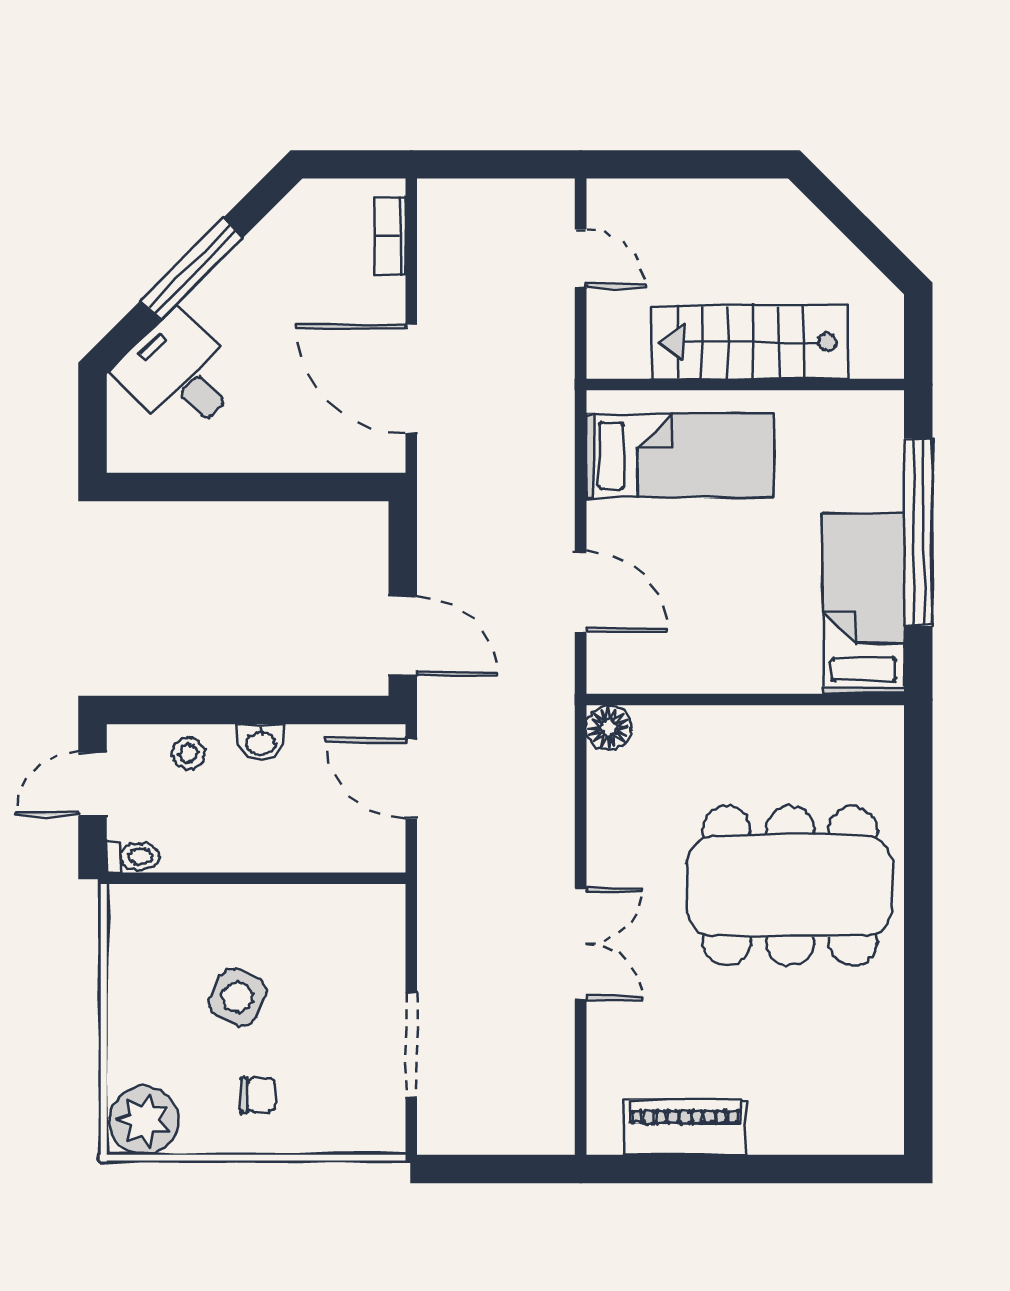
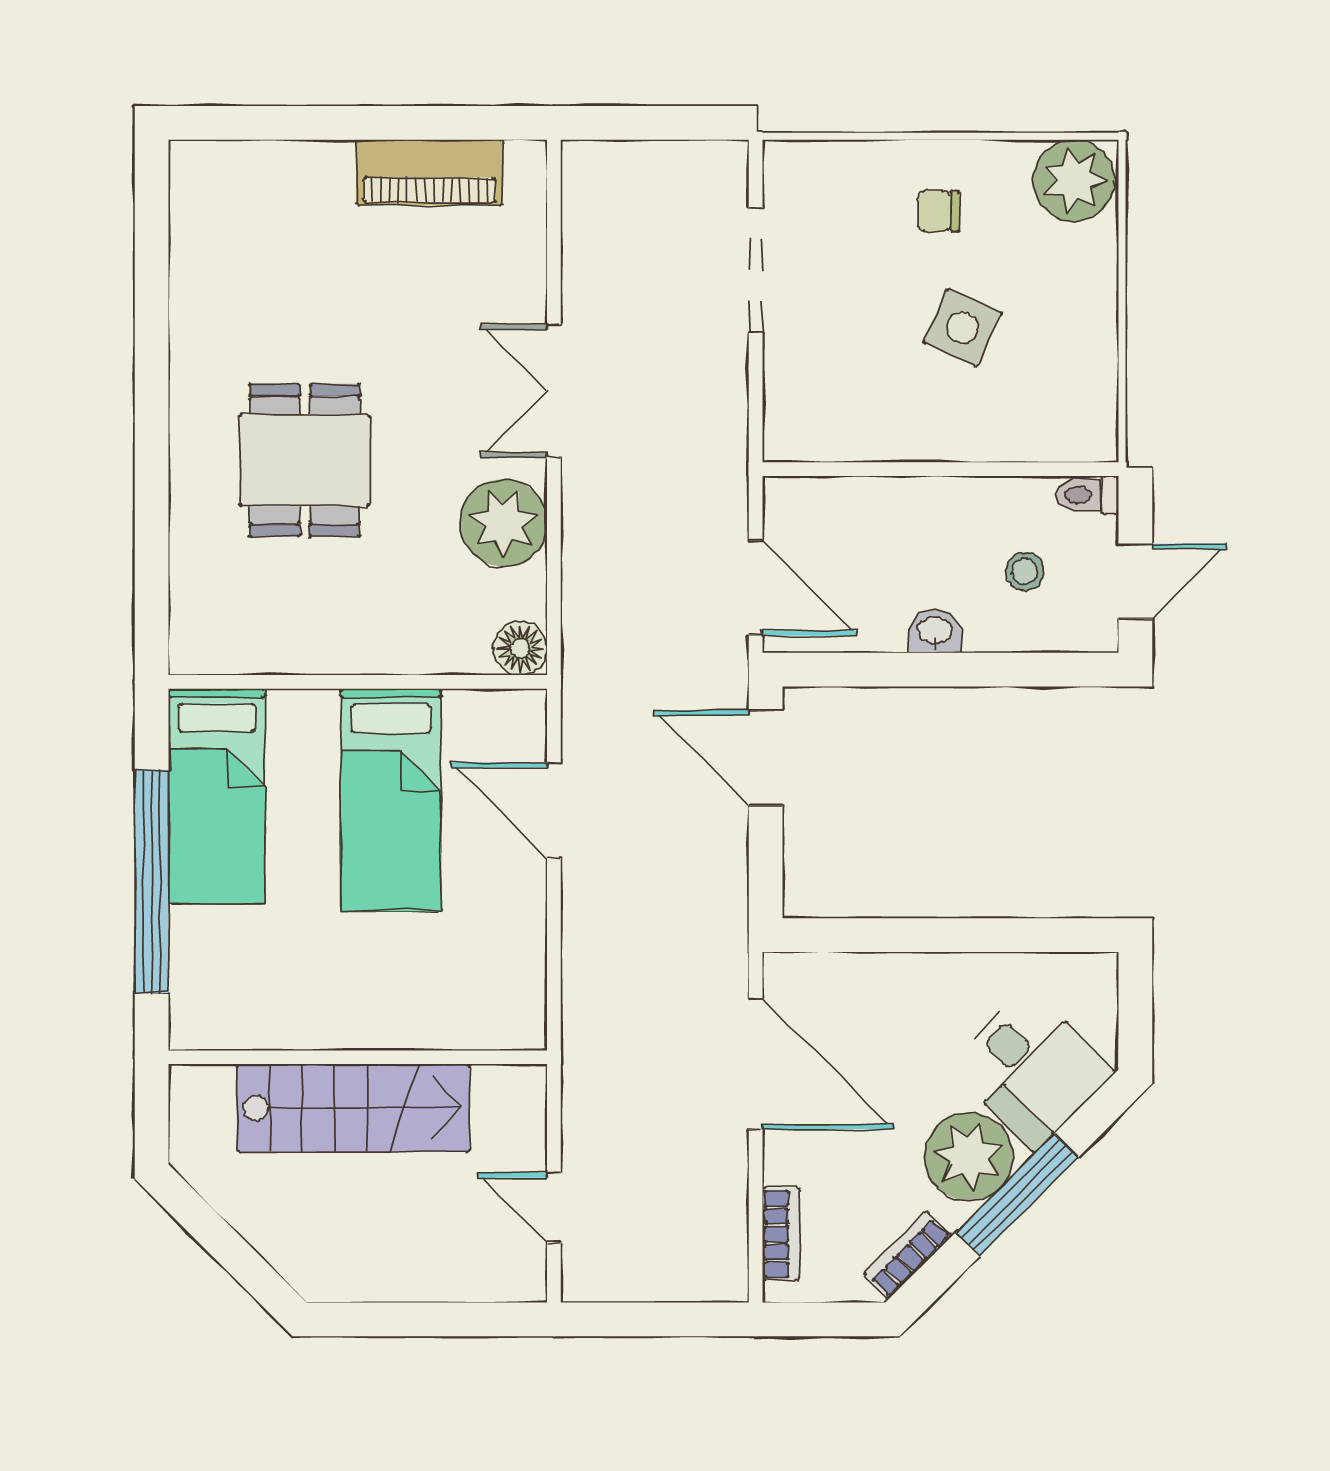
bookcase: (284, 218) -> (908, 1255), added
plant: (232, 301) -> (969, 1157), added
bed: (680, 456) -> (391, 800), moved, turned -90
stool: (188, 753) -> (1025, 571), moved
plant: (623, 833) -> (504, 523), added
dining table: (790, 886) -> (305, 460), width x0.53, depth x0.80

